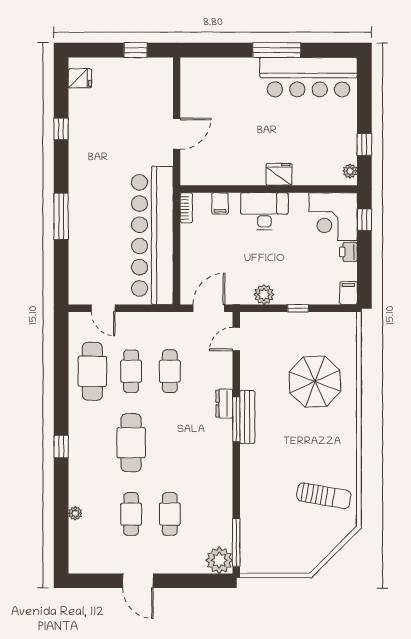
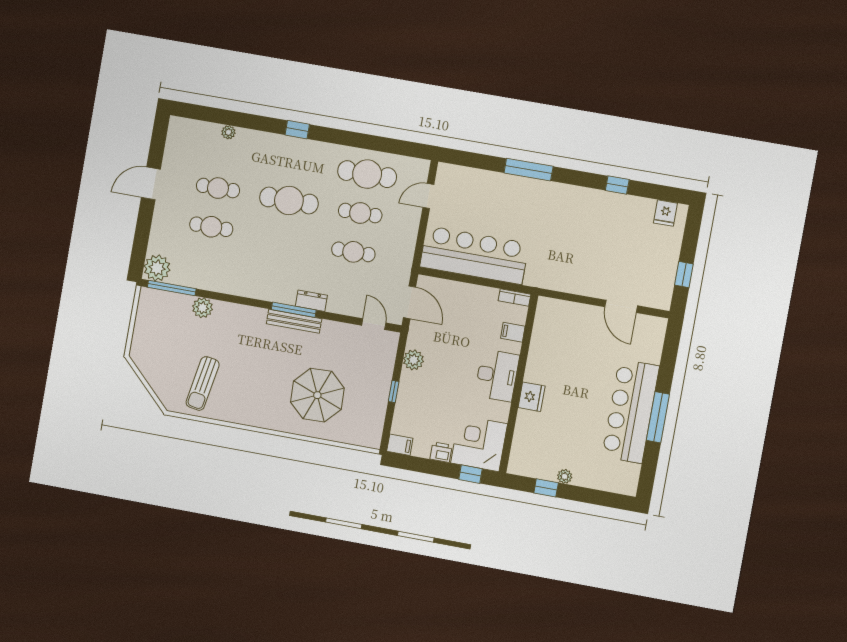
bar counter: (308, 77) -> (631, 411), moved
door: (177, 134) -> (621, 306), moved
plant: (350, 171) -> (565, 476), moved
bar counter: (152, 235) -> (474, 255), width x0.73
plant: (250, 509) -> (202, 308), added

